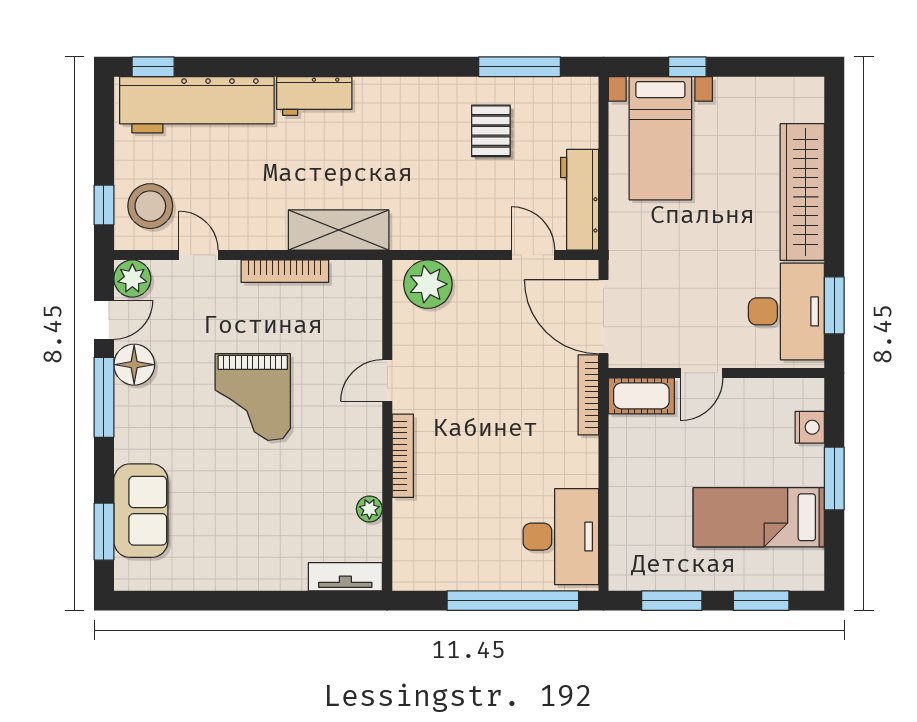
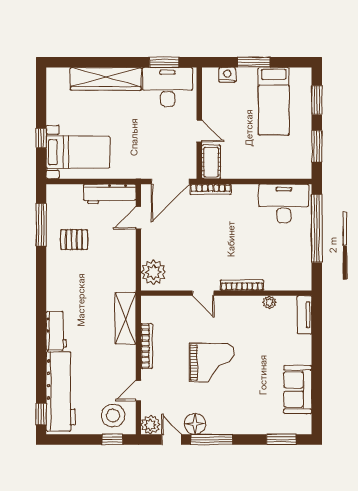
sofa: (141, 511) -> (298, 390), moved, turned -90

